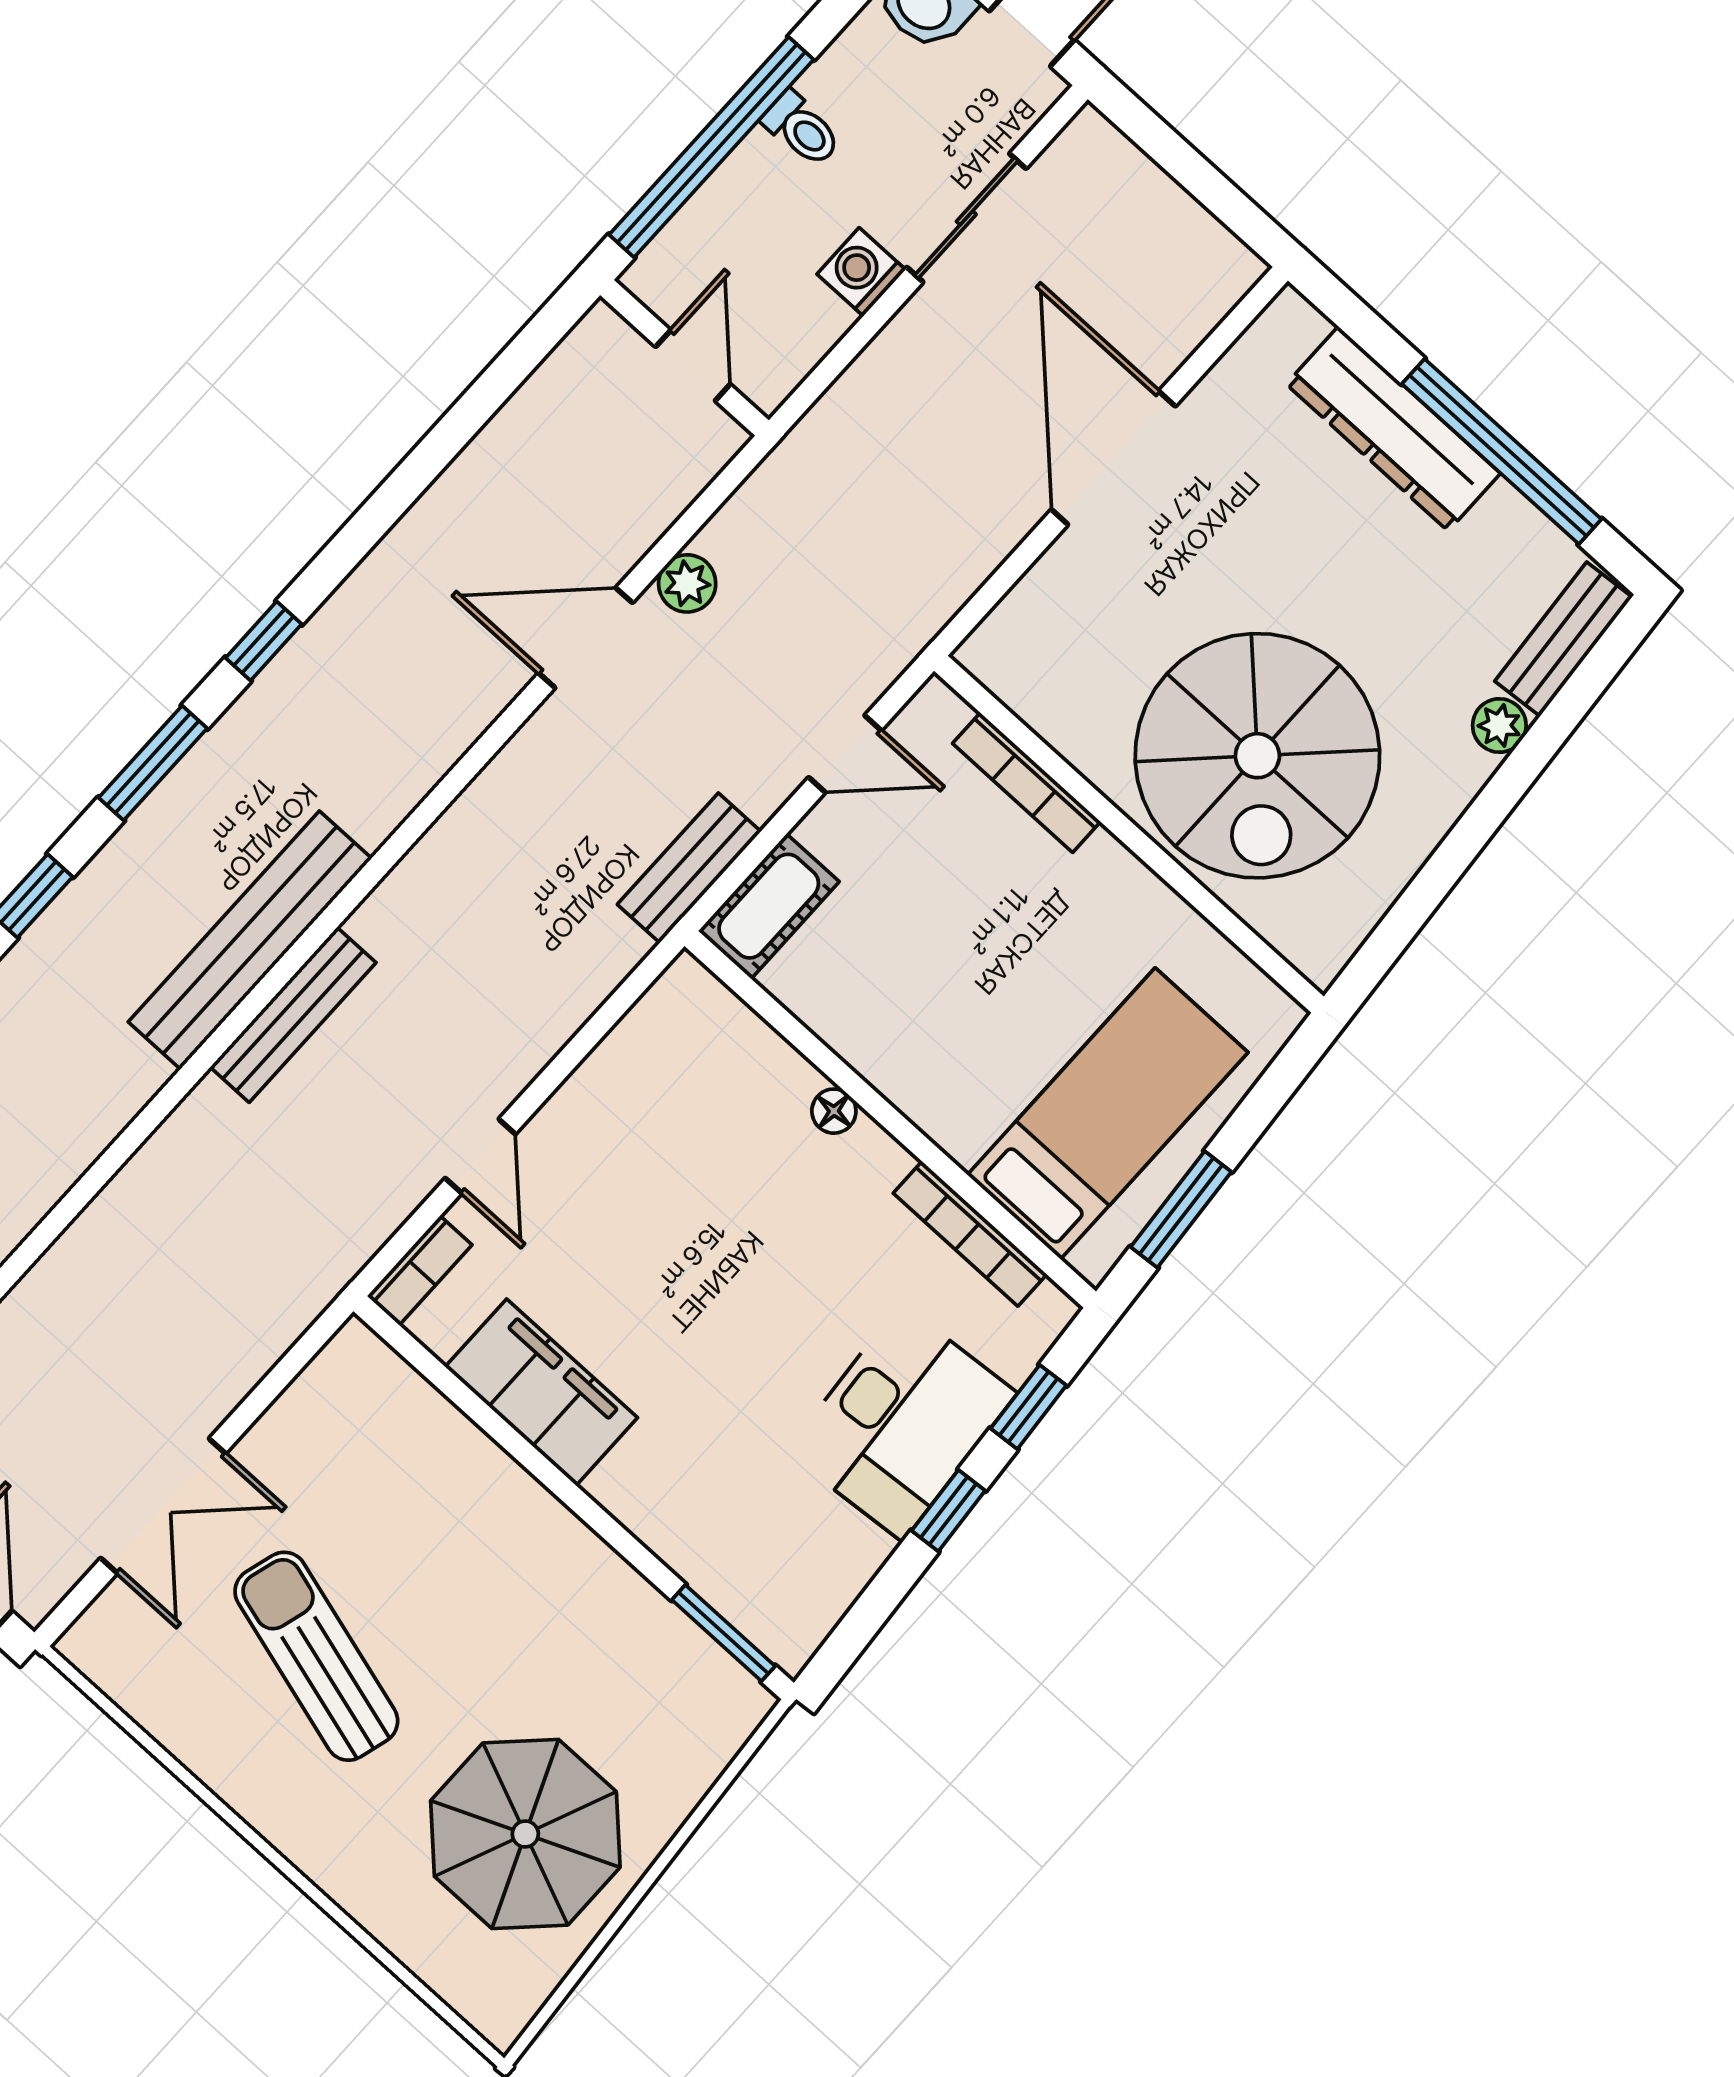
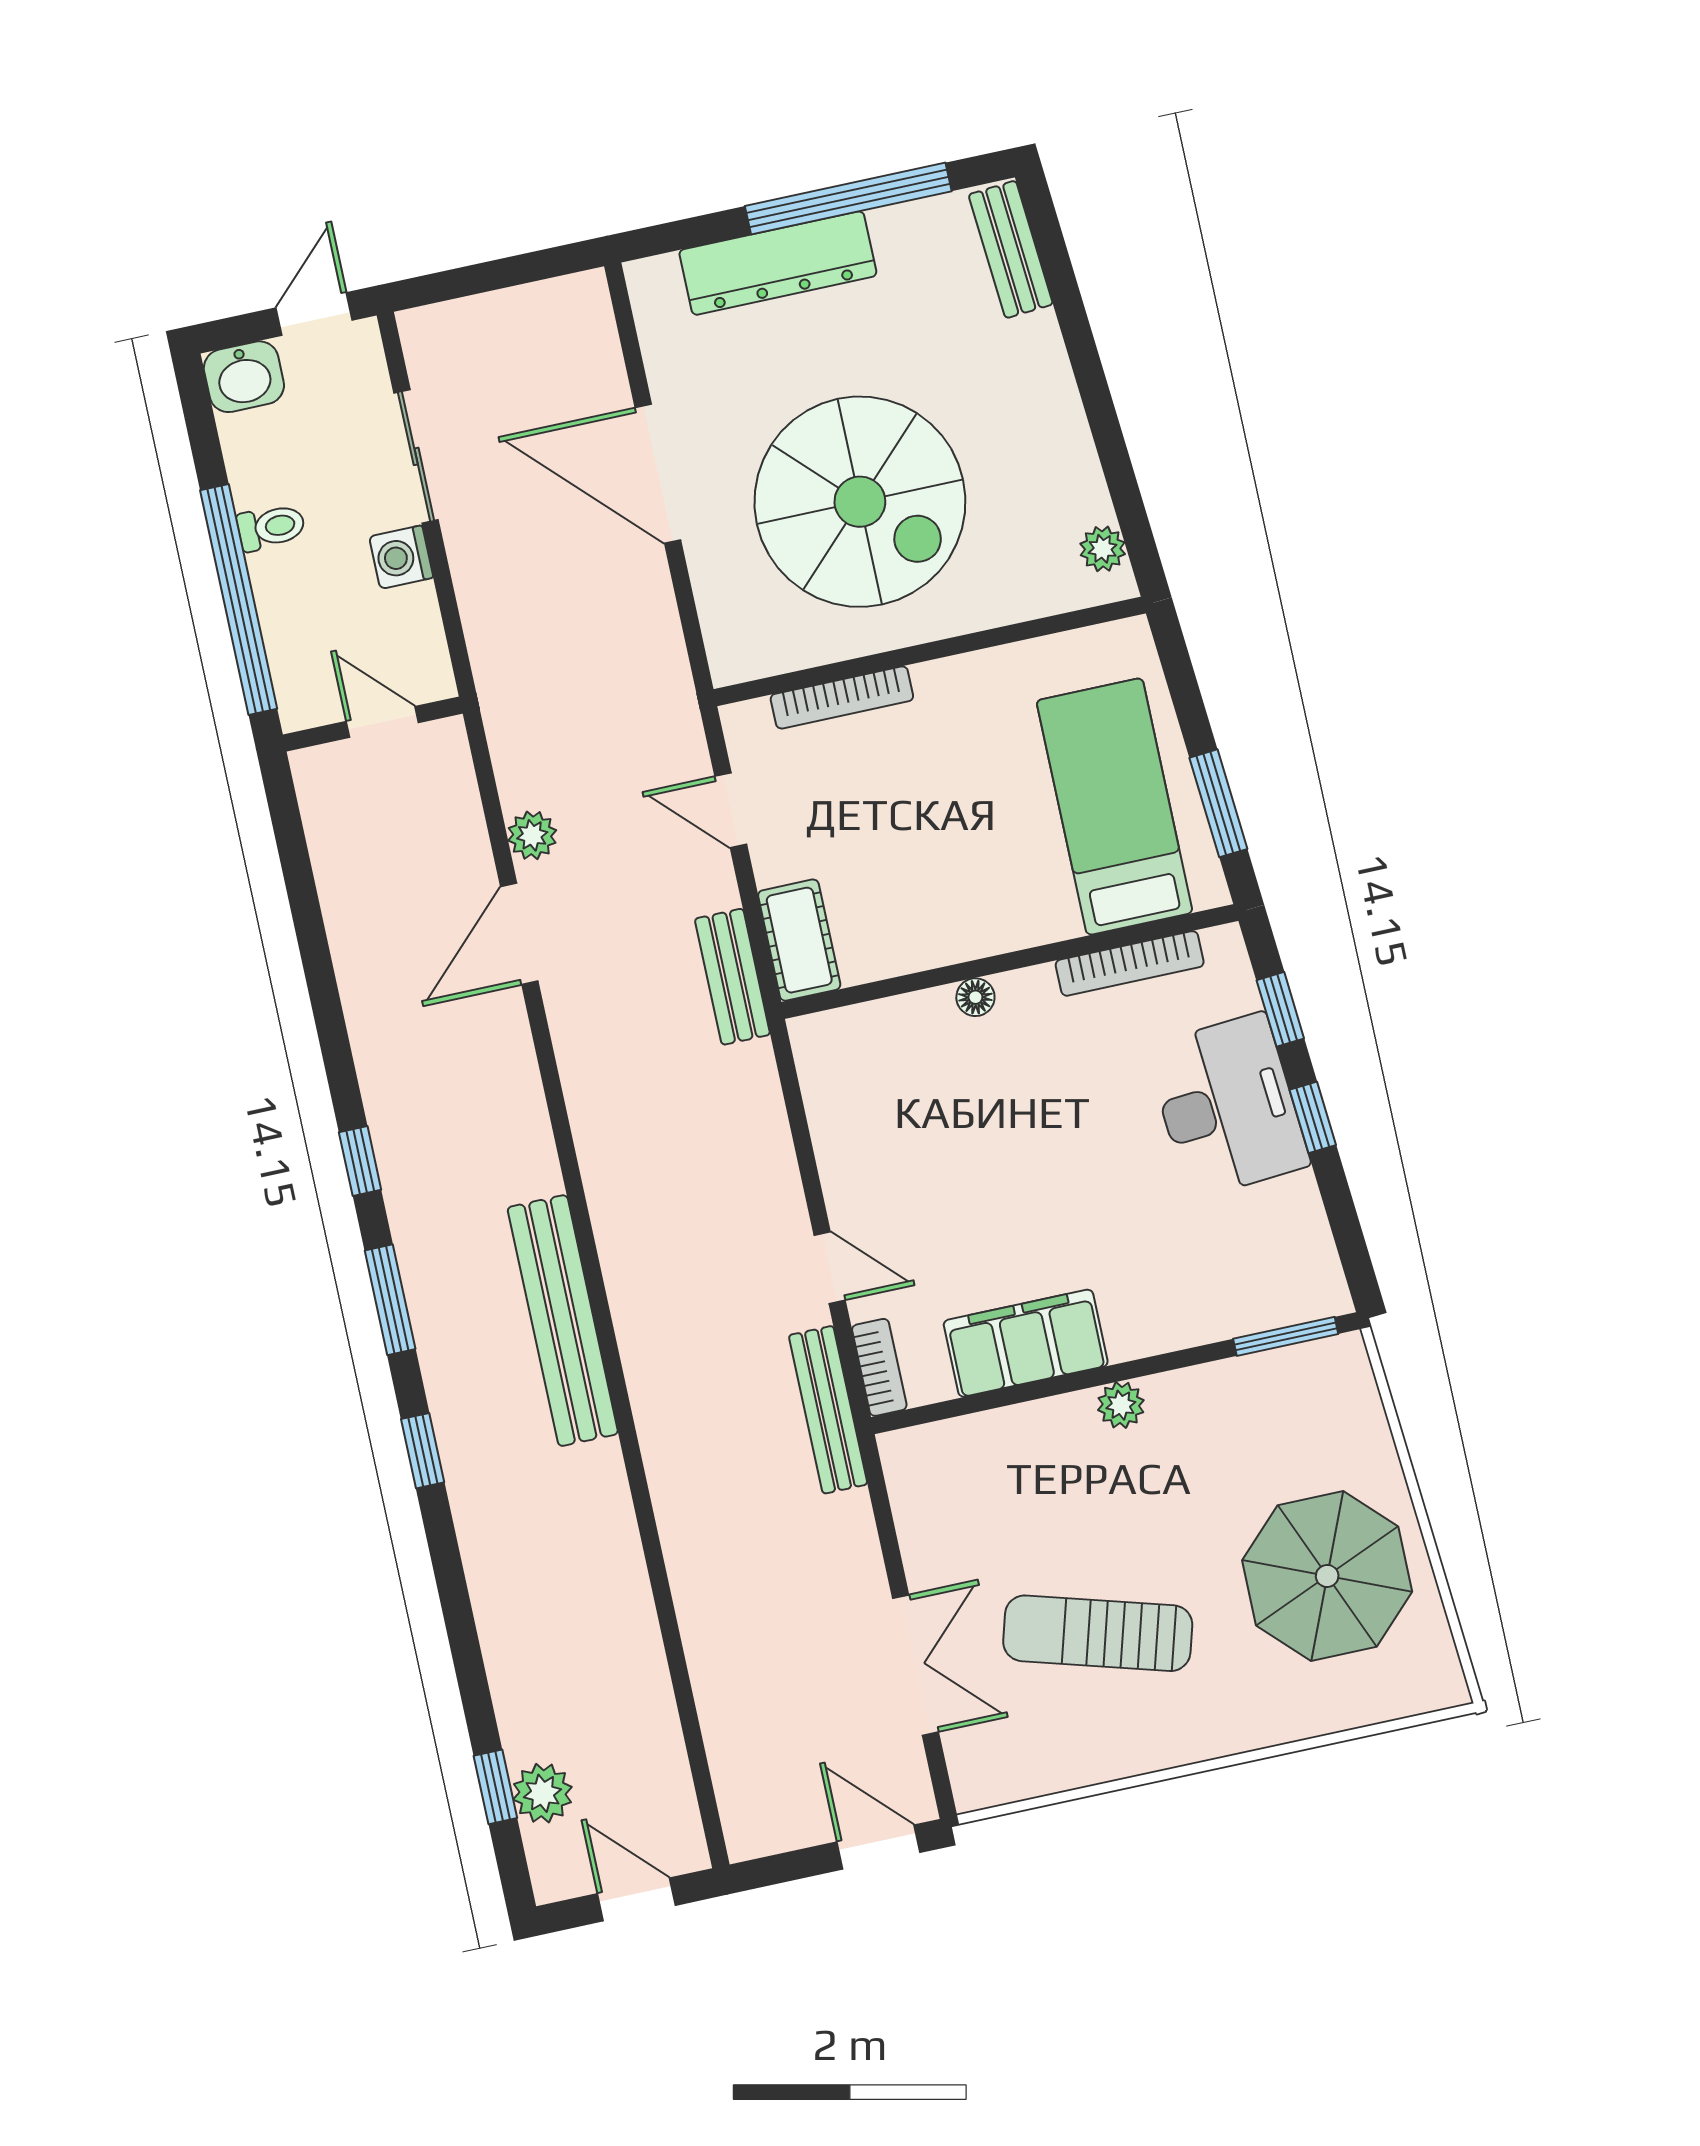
plant: (1499, 725) -> (1103, 549), moved
door: (845, 754) -> (731, 810), swing flipped
spiral stairs: (1257, 756) -> (860, 502), moved
bench: (293, 1015) -> (828, 1410), moved
plant: (547, 1524) -> (1121, 1405), added

